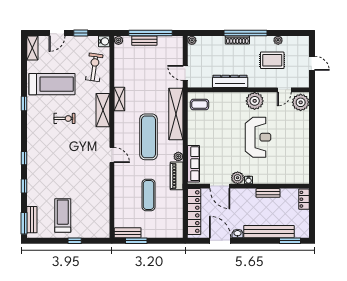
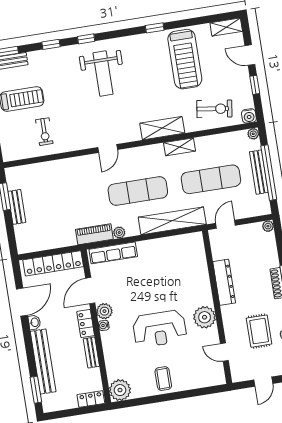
bench: (144, 41) -> (259, 172), width x1.36
plant: (301, 102) -> (120, 390), moved
coffee table: (200, 105) -> (163, 379), moved
exercise bike: (64, 118) -> (44, 132), moved
weight bench: (53, 149) -> (103, 73), added
locker: (245, 194) -> (86, 324), added
exercise mat: (149, 195) -> (211, 179), moved, width x1.36, depth x1.45
bench: (128, 233) -> (17, 207), moved

